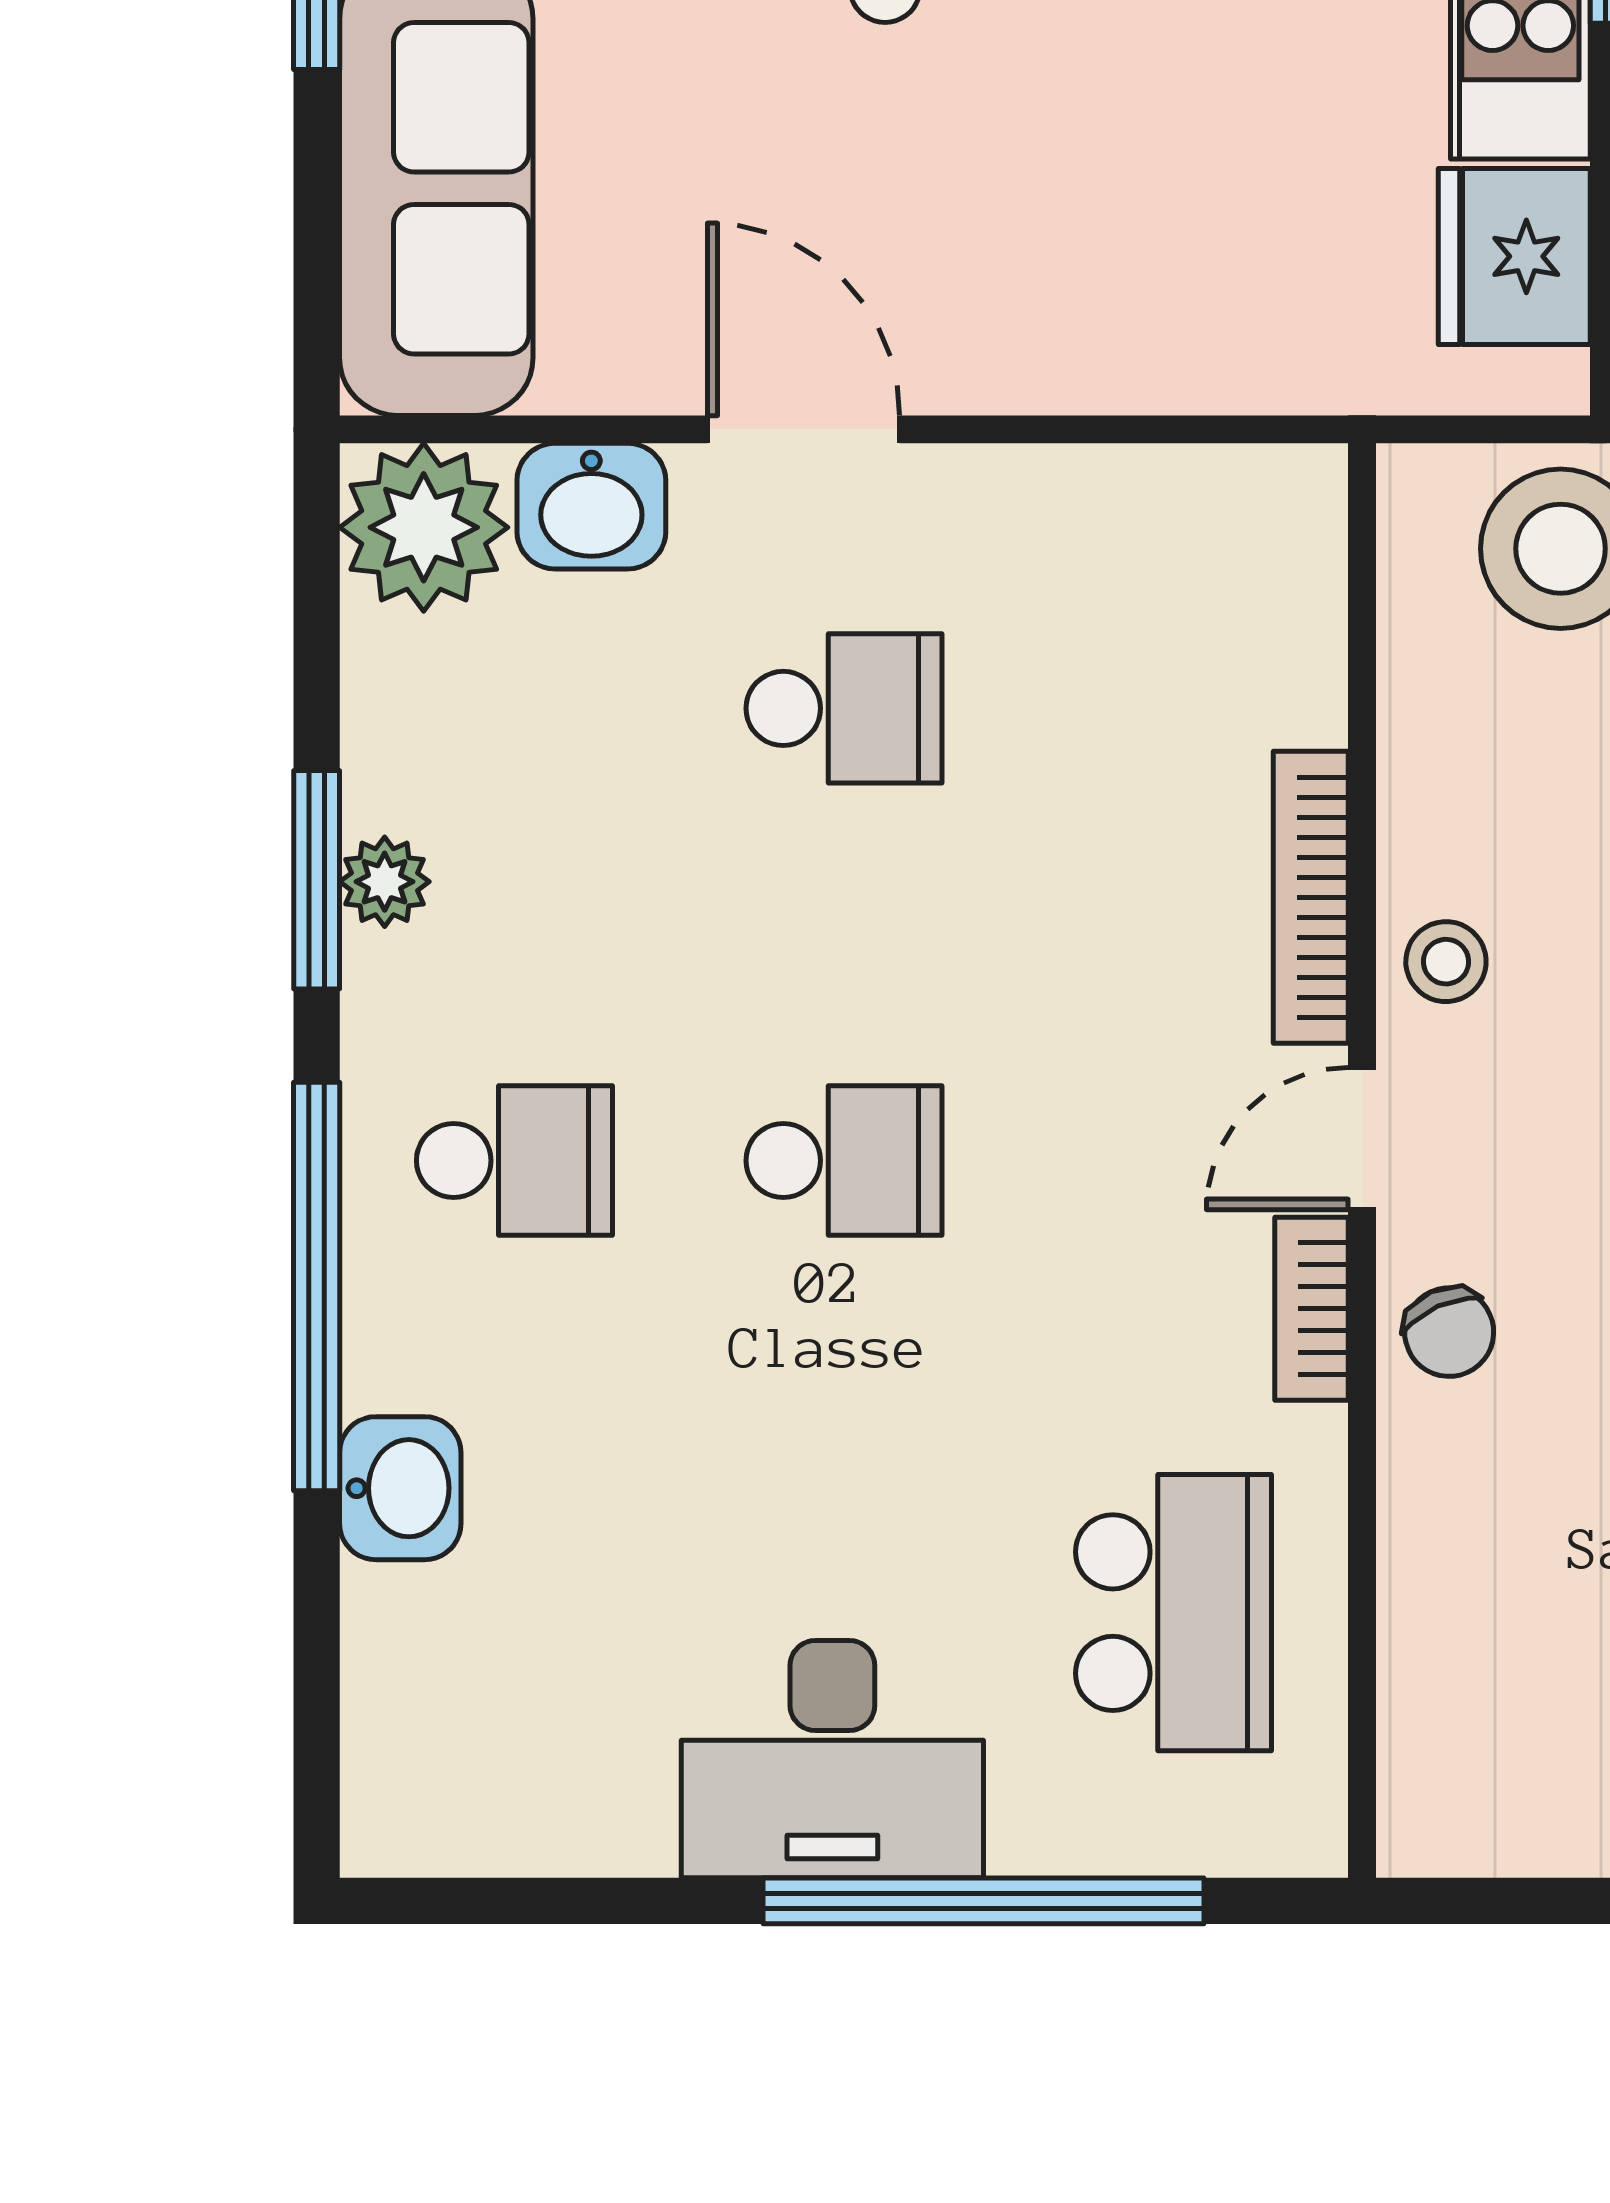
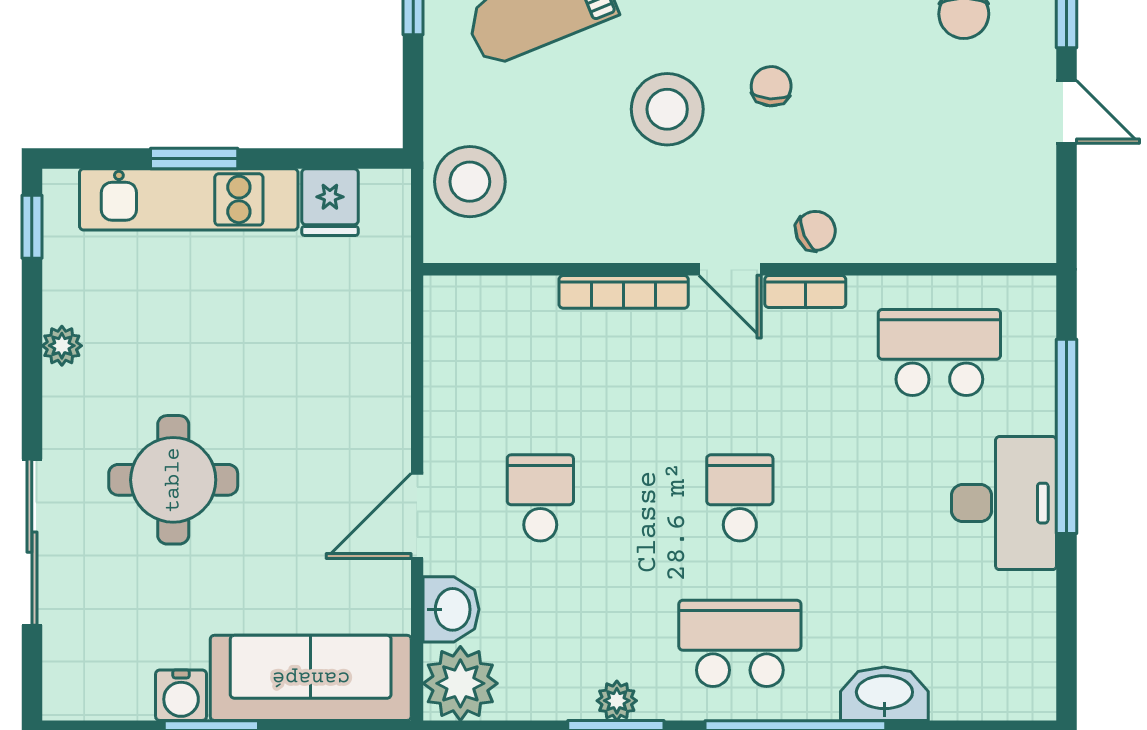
fridge: (1514, 256) -> (330, 202), width x0.72
stool: (1446, 962) -> (652, 232), removed
school desk: (514, 1161) -> (740, 643), width x1.85
washbasin: (400, 1488) -> (884, 694), width x1.38

